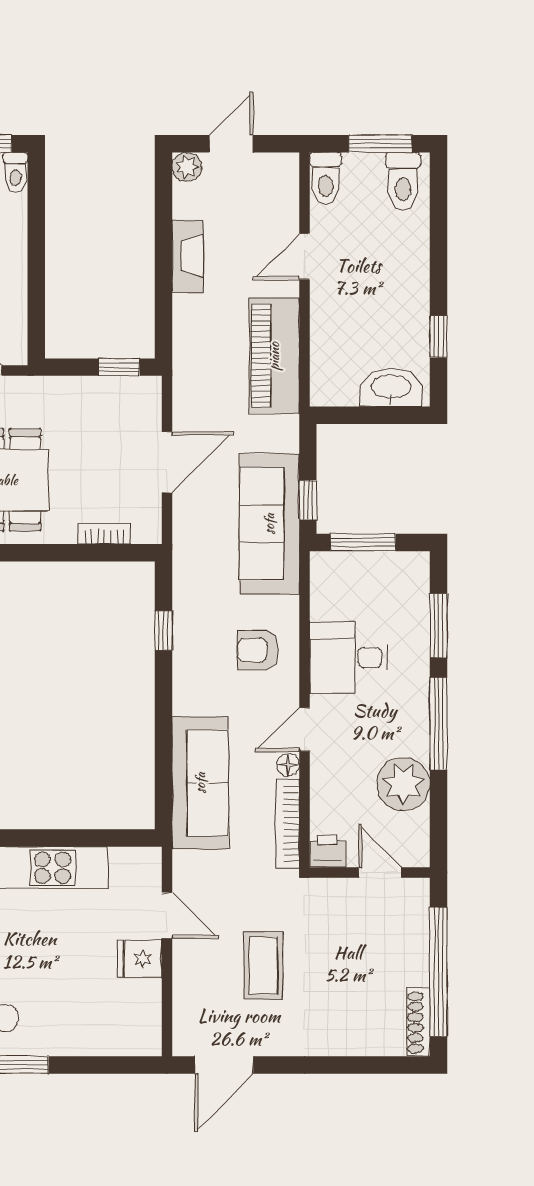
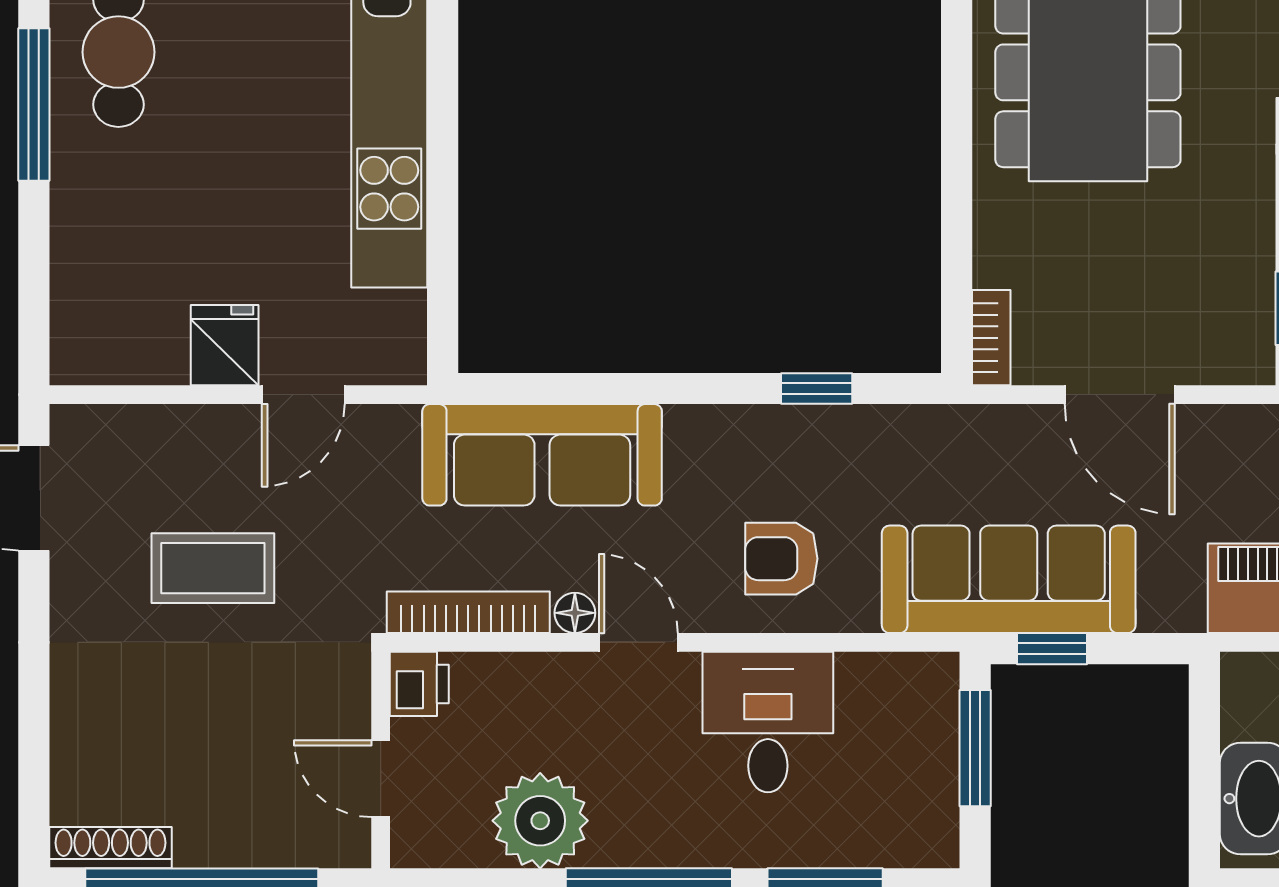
bookcase: (104, 534) -> (991, 338), moved
armchair: (258, 650) -> (781, 559), turned -90
door: (380, 872) -> (381, 779), swing flipped

